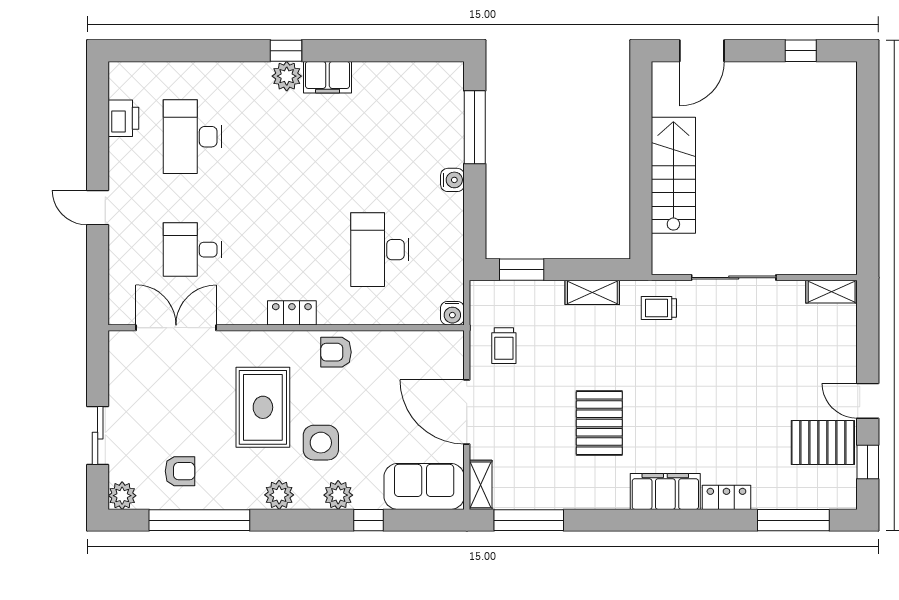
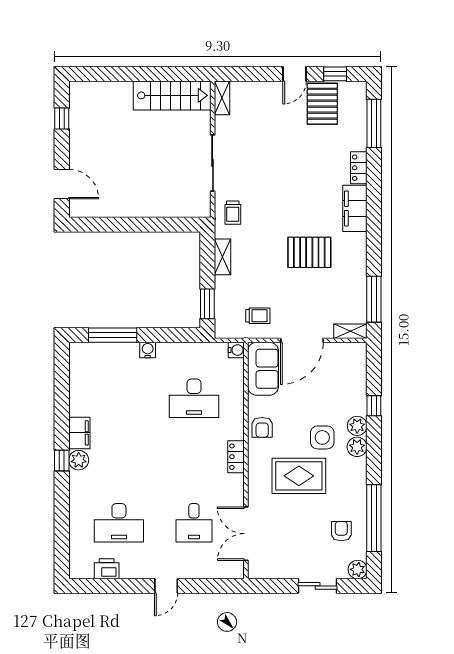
stairs: (673, 175) -> (172, 95), moved, turned 180
sofa: (424, 486) -> (263, 369), moved, turned 180
plant: (279, 495) -> (357, 447), moved

